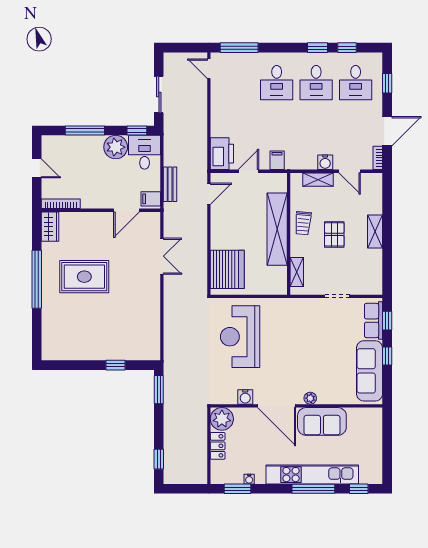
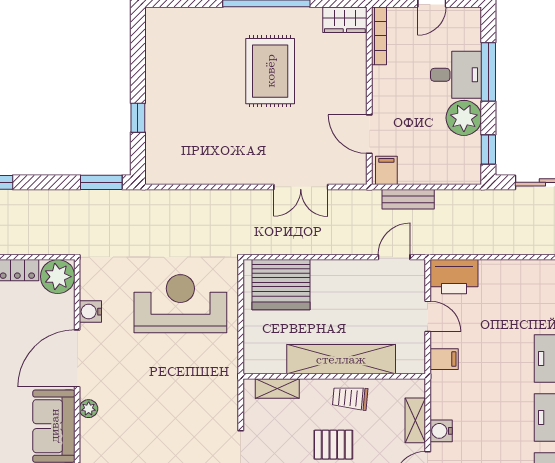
desk: (145, 152) -> (456, 75), moved
door: (209, 194) -> (394, 257), swing flipped

